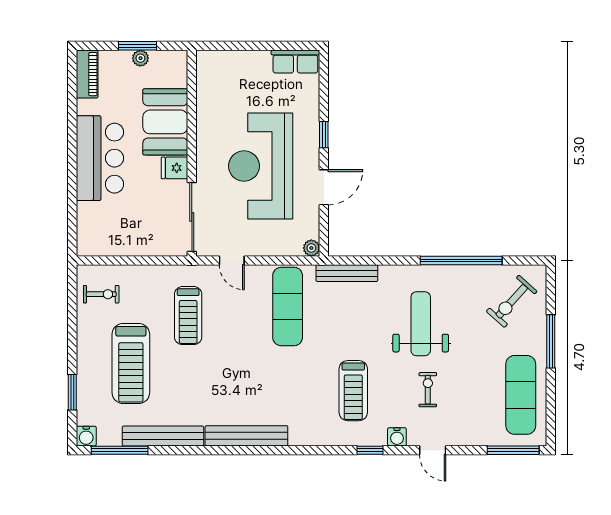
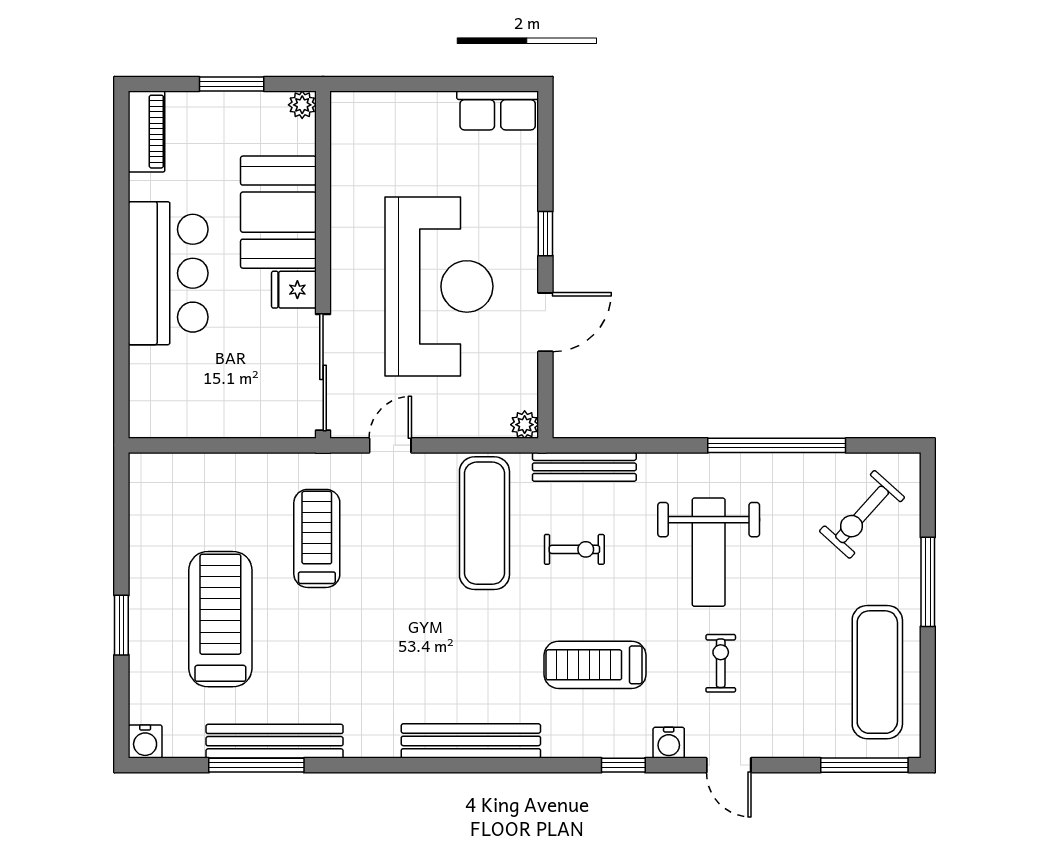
plant: (140, 58) -> (302, 105), moved
reception desk: (261, 166) -> (439, 286), turned 180
door: (232, 260) -> (390, 445), swing flipped
exercise bike: (101, 294) -> (574, 549), moved
treadmill: (188, 316) -> (317, 538), turned 180
weight bench: (421, 324) -> (709, 552), turned 180
treadmill: (131, 363) -> (220, 619), turned 180
treadmill: (353, 391) -> (595, 665), turned 90
window: (72, 392) -> (121, 625), moved
bench: (246, 436) -> (471, 741), moved
window: (120, 450) -> (256, 765), moved

